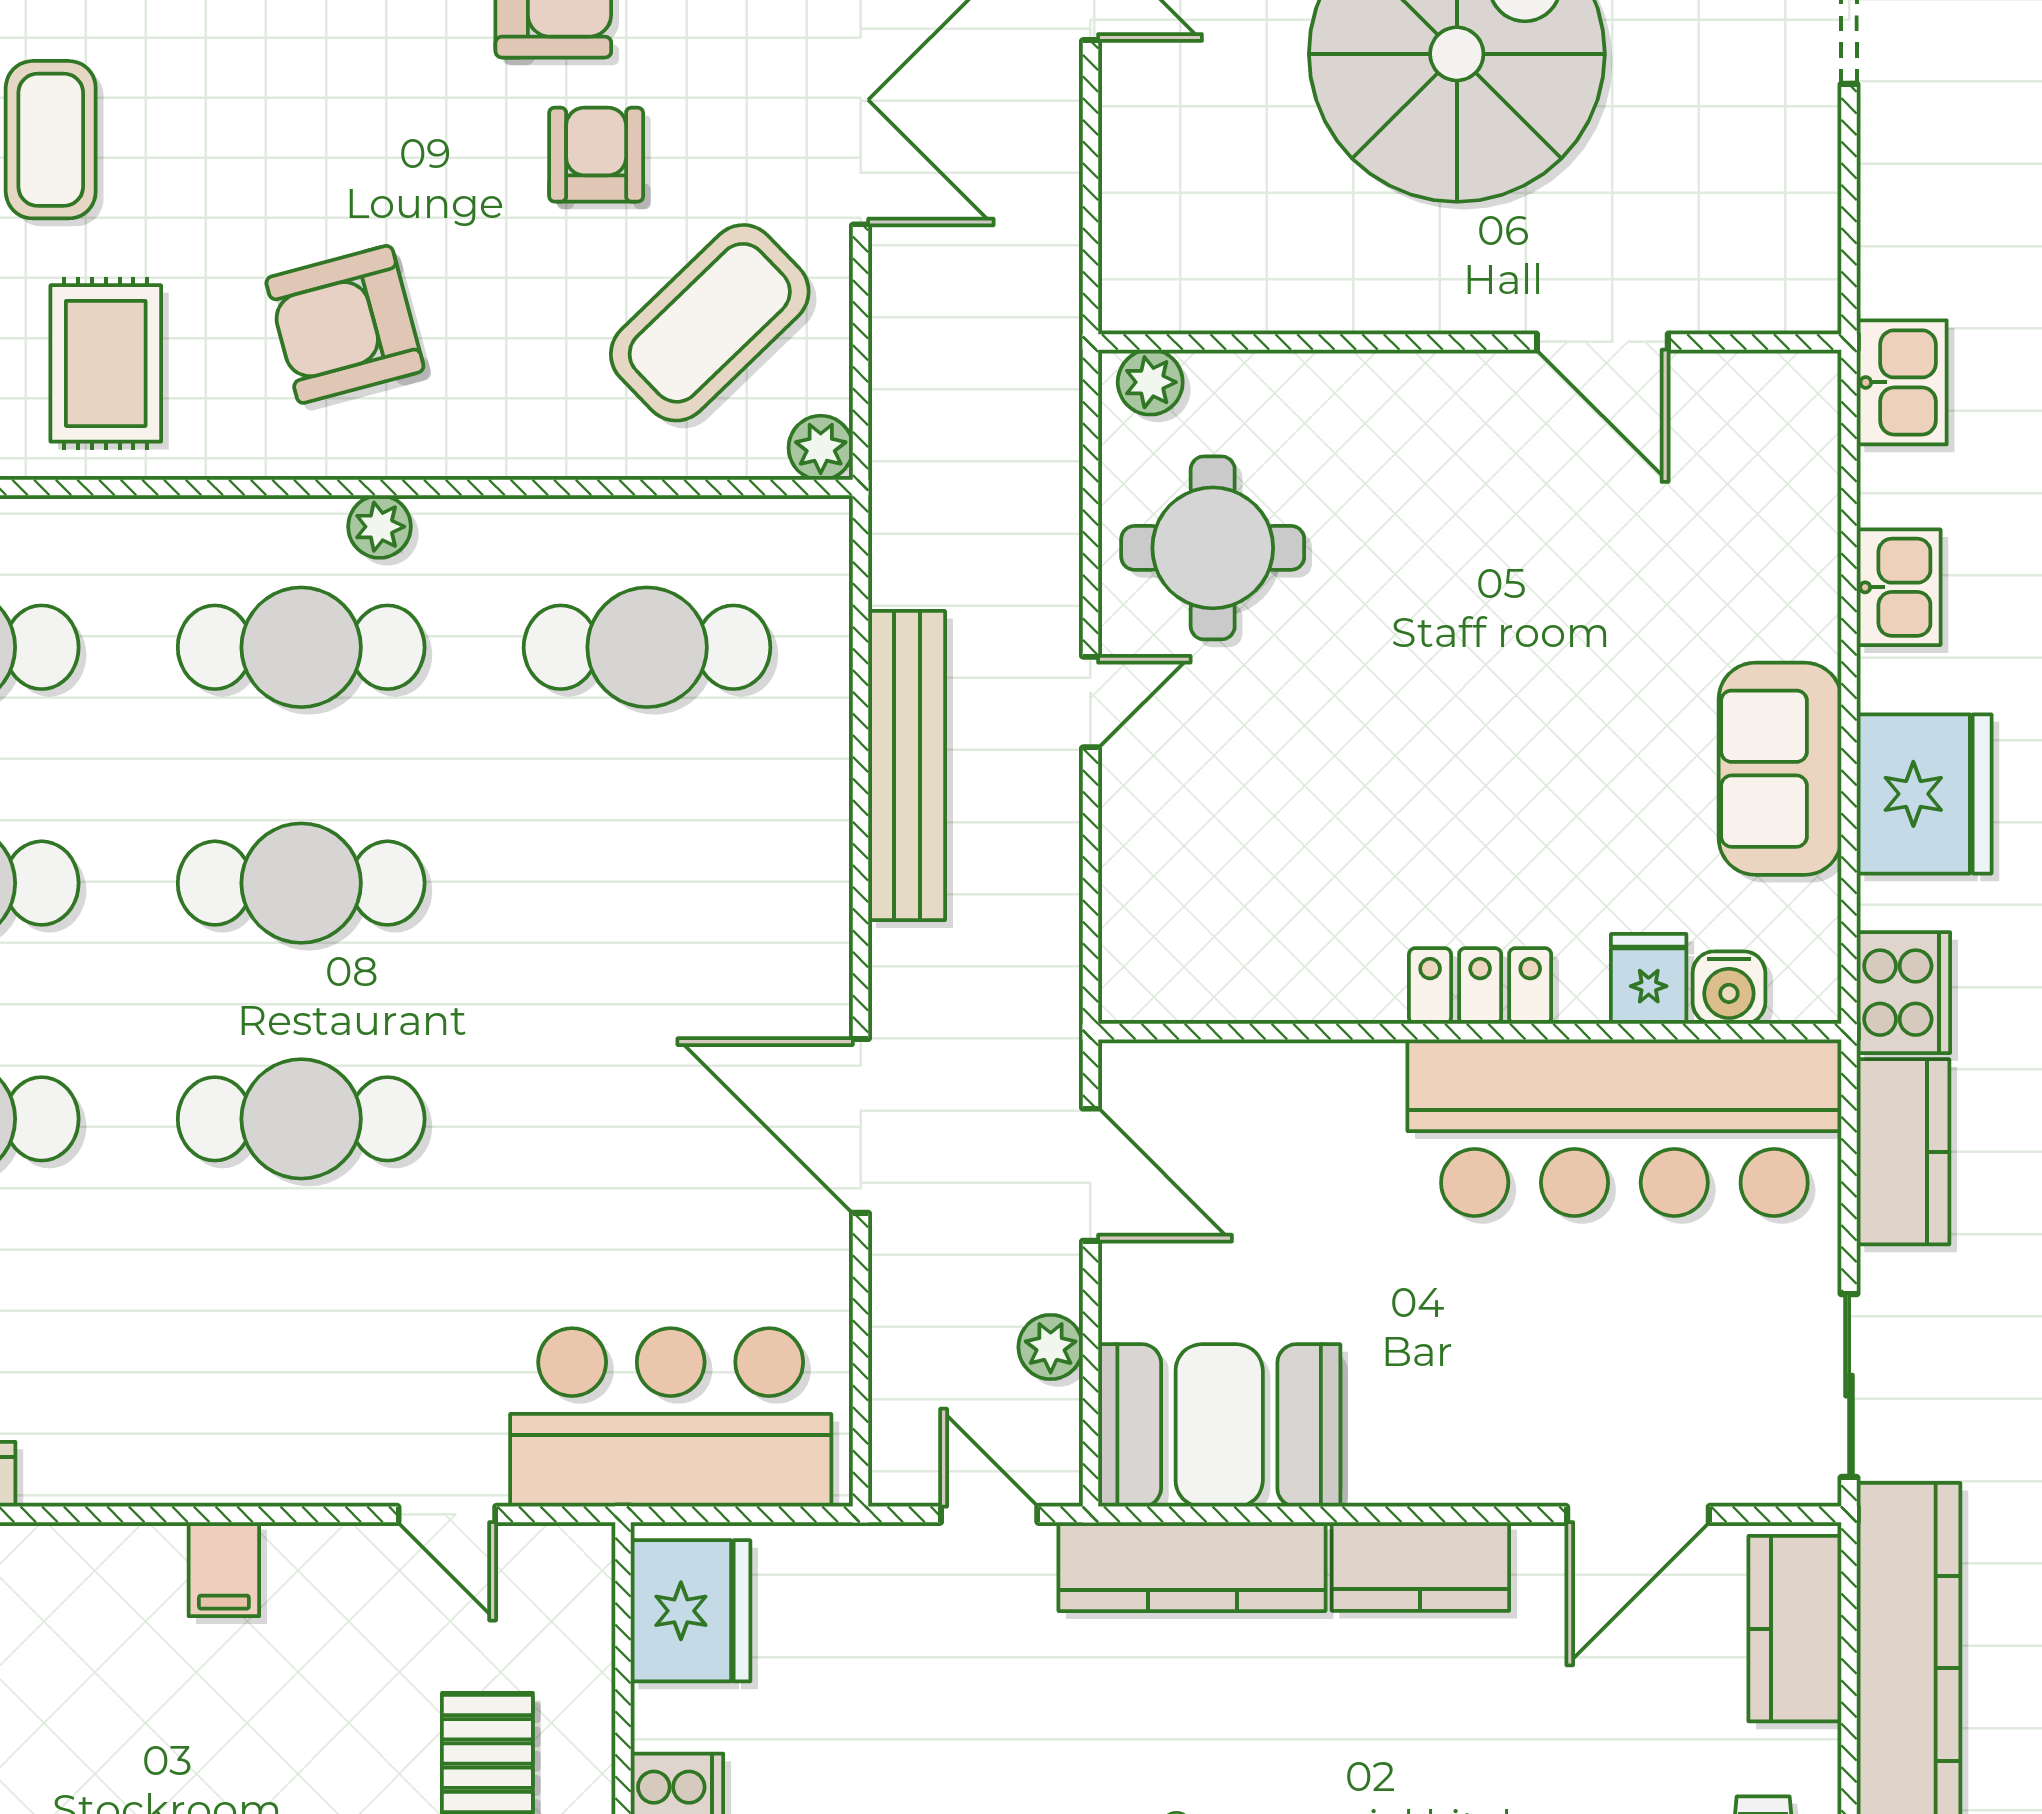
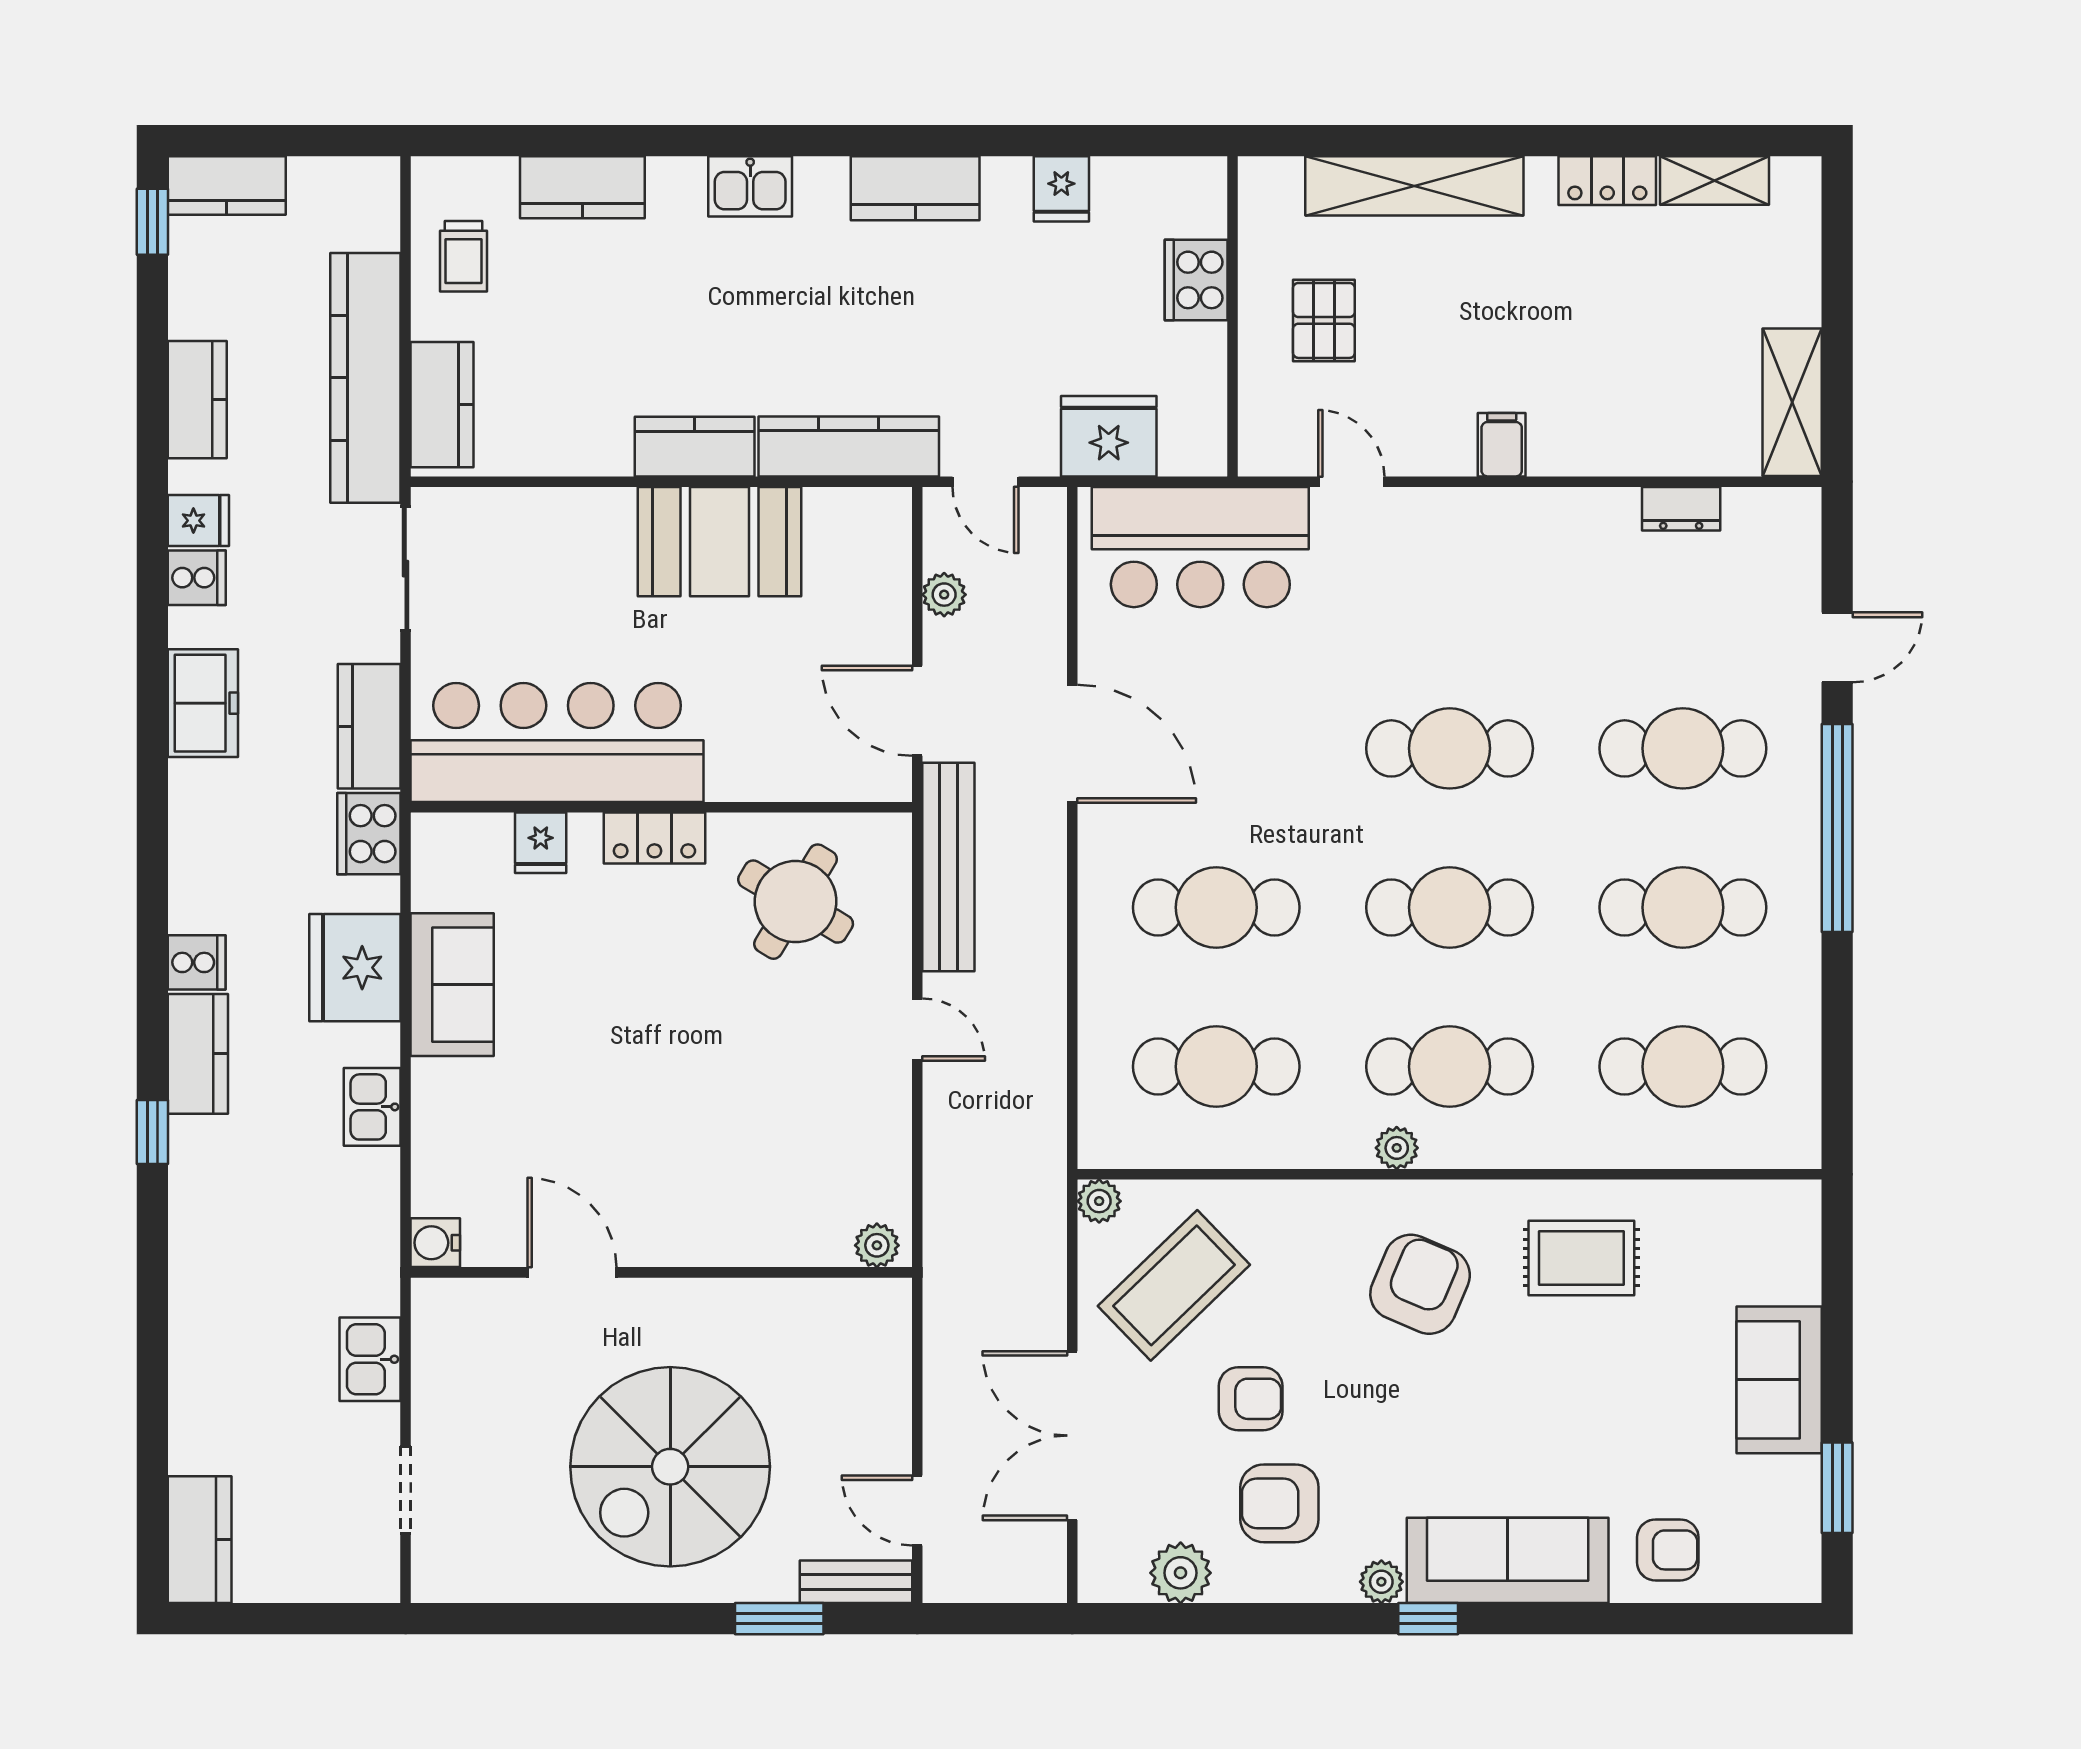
coffee table: (51, 140) -> (1618, 1409), removed
armchair: (596, 155) -> (1251, 1399), turned -90
armchair: (345, 324) -> (1420, 1284), turned -52
rug: (106, 363) -> (1581, 1258), turned 90
kitchen sink: (1902, 382) -> (370, 1359), moved
round table: (1213, 548) -> (796, 902), moved, turned 31
door: (1090, 702) -> (917, 1030), swing flipped
bench: (907, 766) -> (948, 867), moved
cafe table: (647, 883) -> (1216, 907), added
water cooler: (1729, 988) -> (435, 1243), moved, turned -90
booth: (1219, 1425) -> (720, 542), moved
door: (1638, 1514) -> (548, 482), removed
fridge: (690, 1611) -> (1109, 436), moved, turned 90

